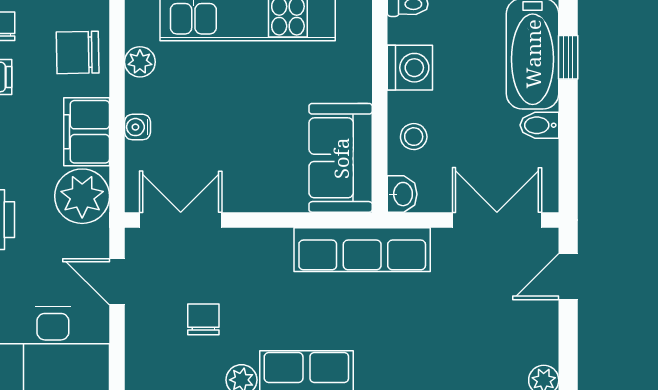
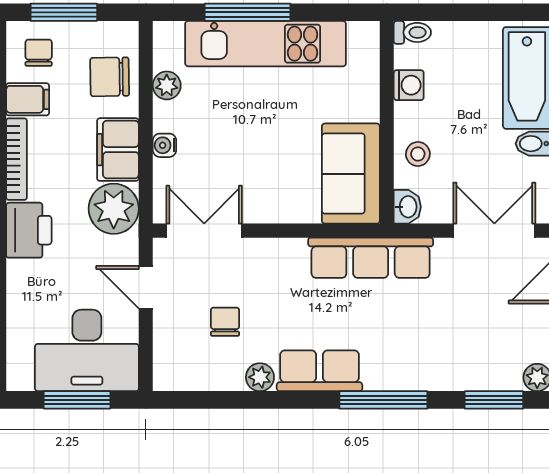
washing machine: (410, 68) -> (409, 85), width x0.73, depth x0.73

